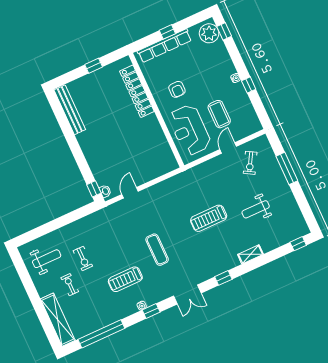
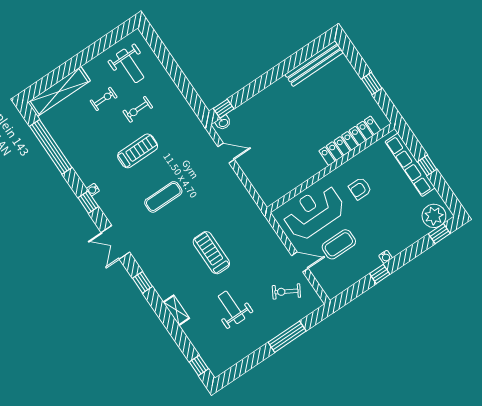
treadmill: (125, 279) -> (138, 151), moved, turned 90

